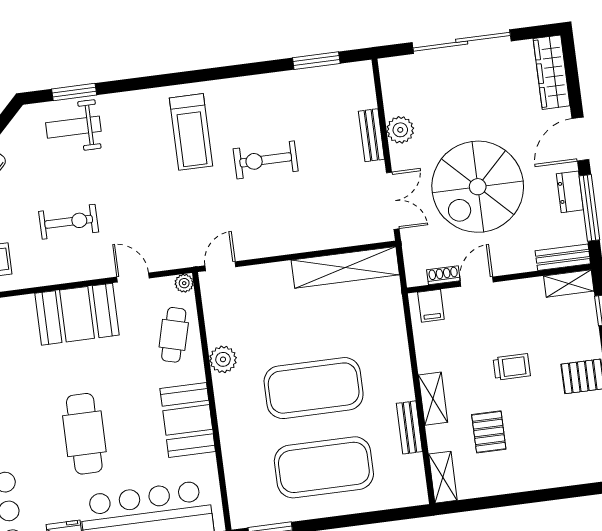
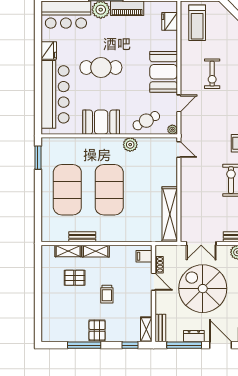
cafe table: (174, 335) -> (146, 121), turned -43
shelving: (443, 477) -> (68, 251), moved

